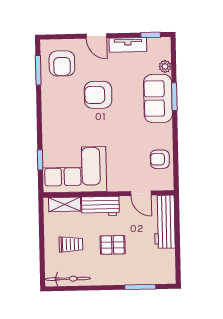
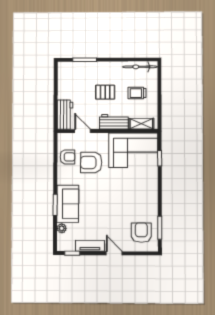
armchair: (98, 95) -> (91, 162), moved, turned 180
workbench: (165, 222) -> (65, 115), width x0.73

